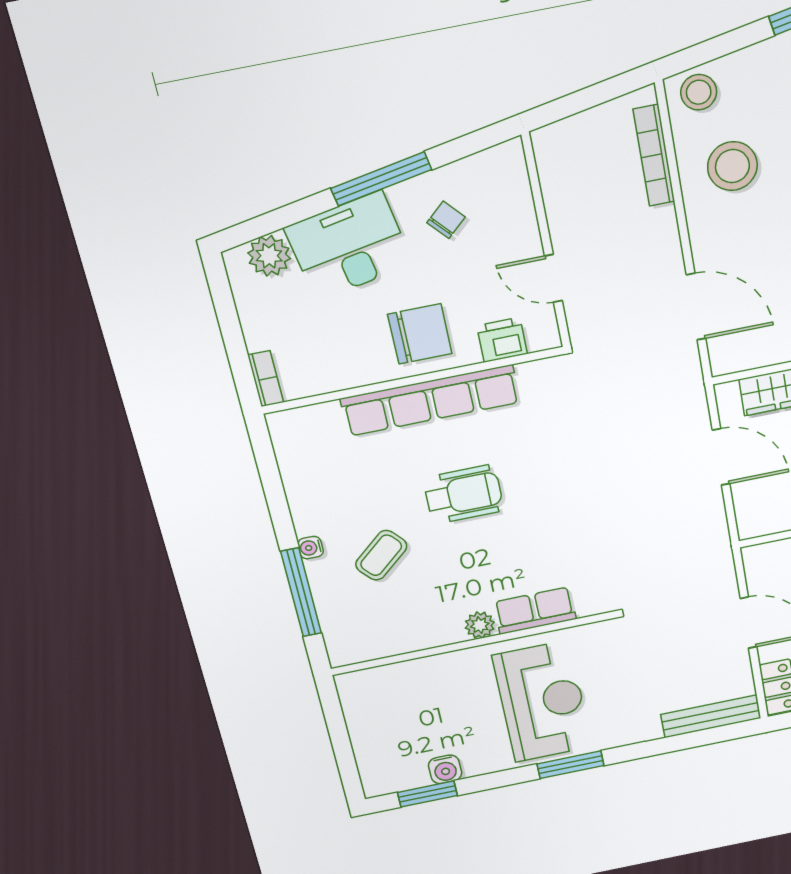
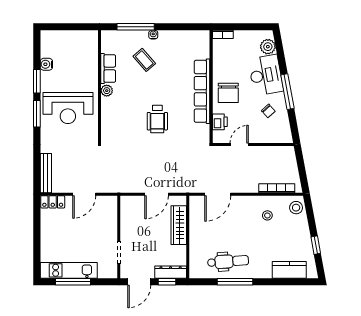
stool: (732, 166) -> (267, 215), width x0.53, depth x0.53
wheelchair: (463, 494) -> (157, 119), moved
row of seats: (535, 611) -> (108, 68), moved
window: (427, 794) -> (37, 81), moved

